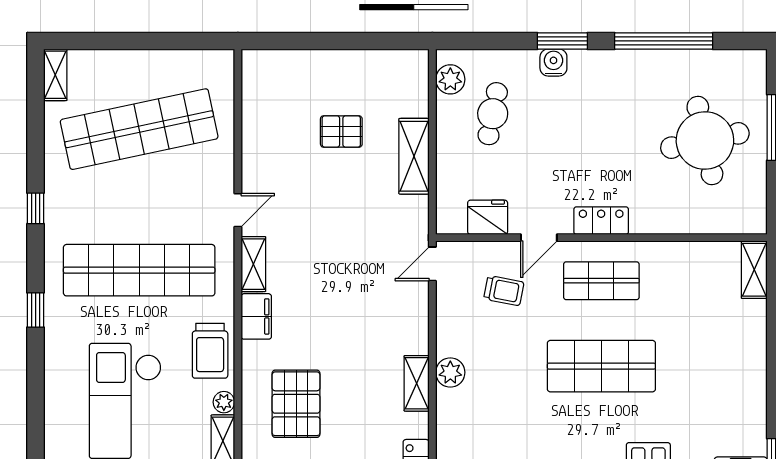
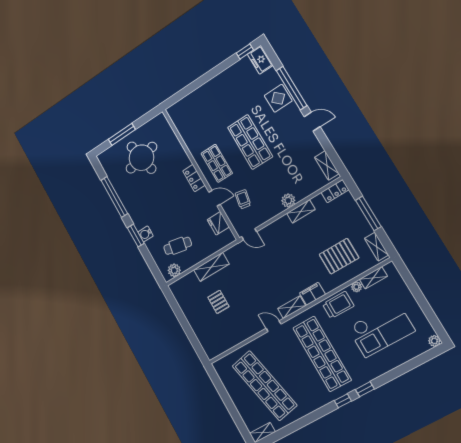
window: (36, 208) -> (343, 401), moved
shelving: (754, 270) -> (178, 107), removed

